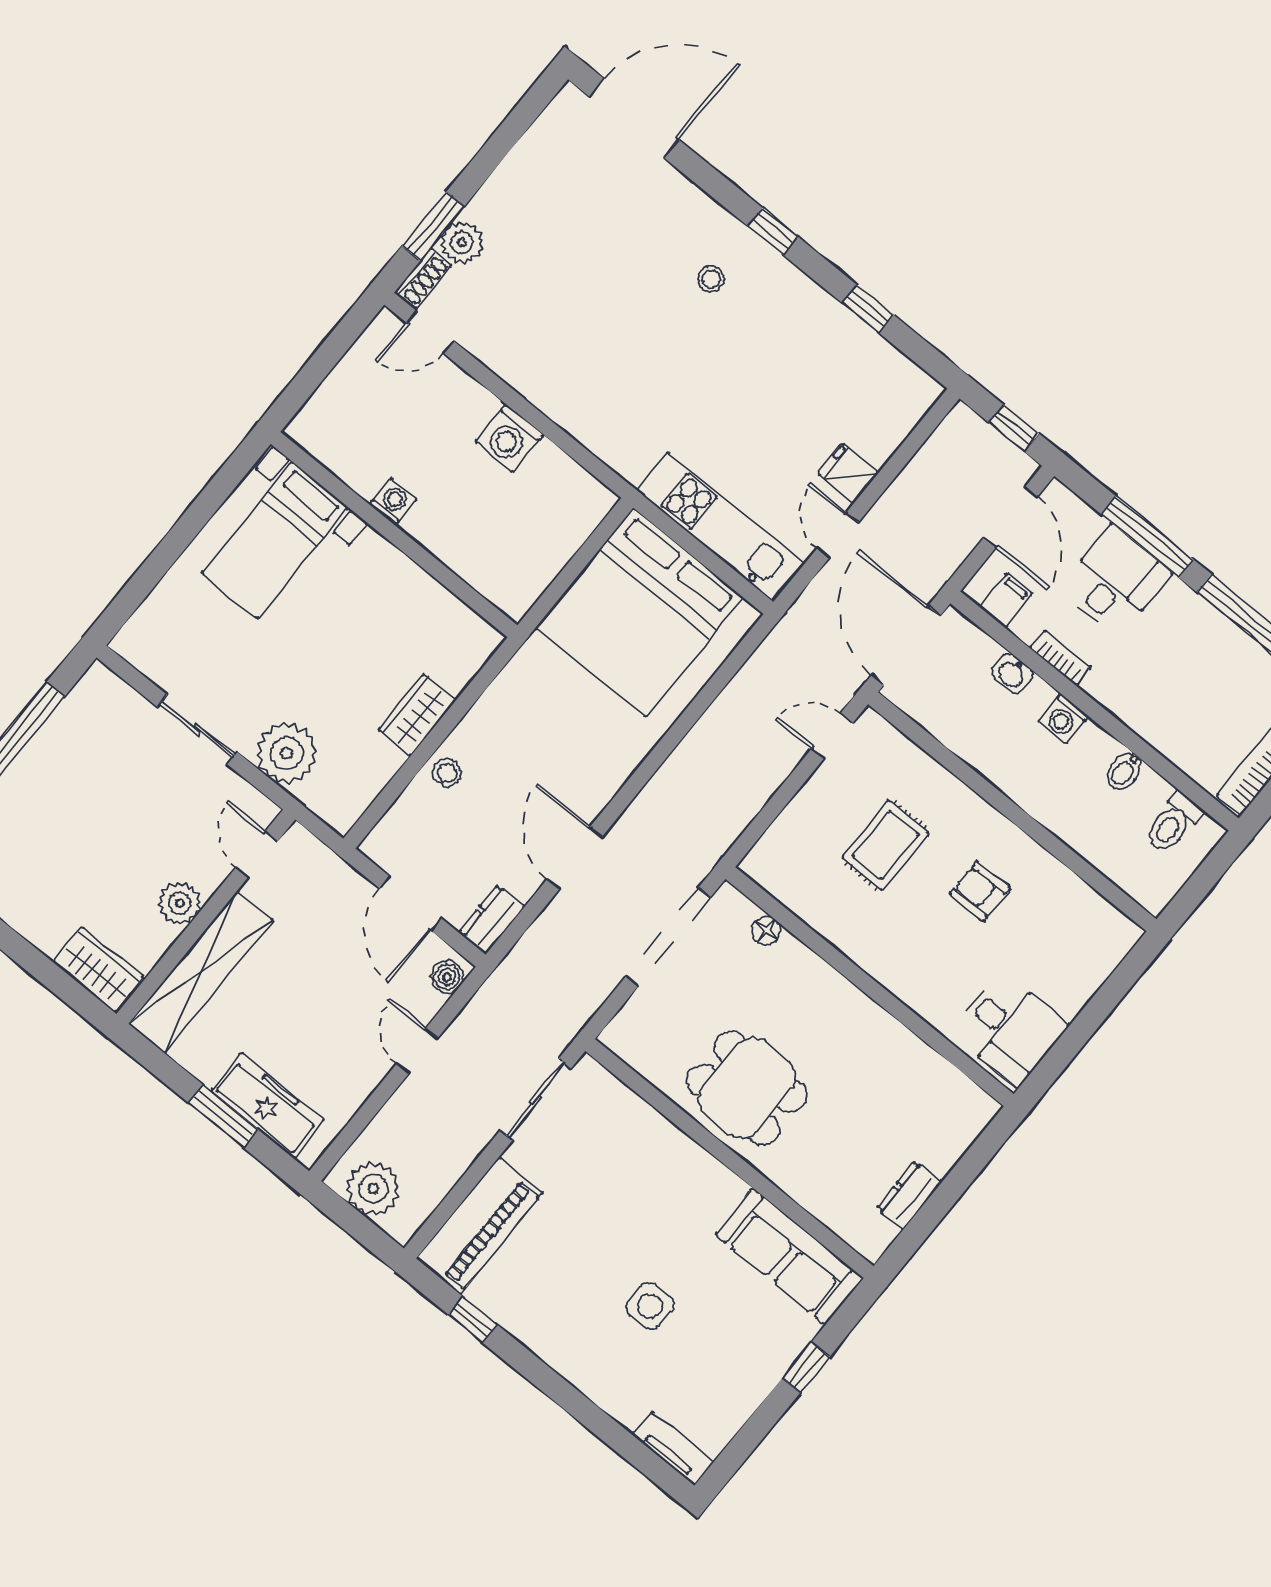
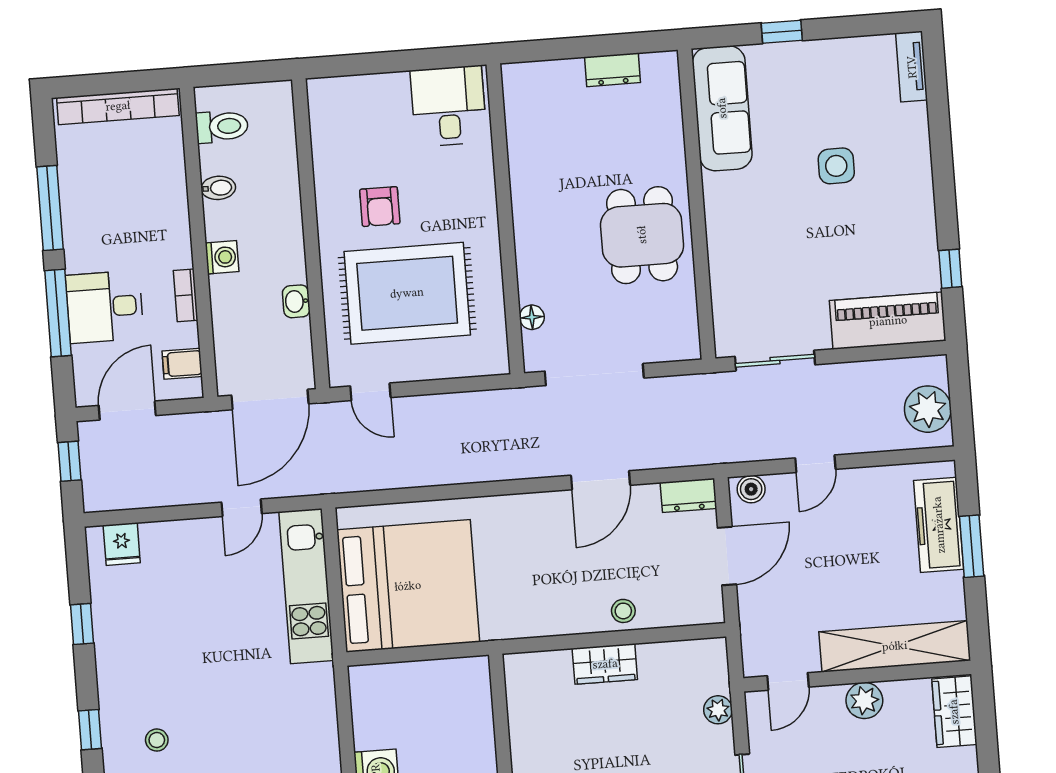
fridge: (848, 473) -> (122, 544), moved
washbasin: (1012, 673) -> (296, 301), moved, turned 180
plant: (287, 753) -> (718, 710), width x0.53, depth x0.53
rug: (885, 845) -> (407, 293), width x1.86, depth x2.06

